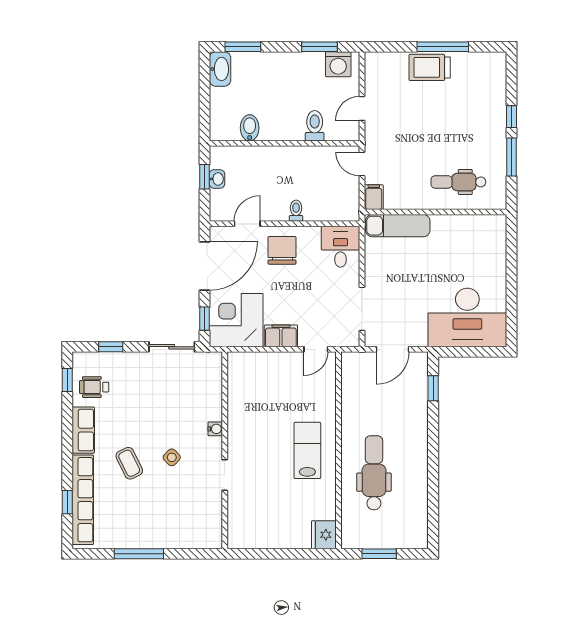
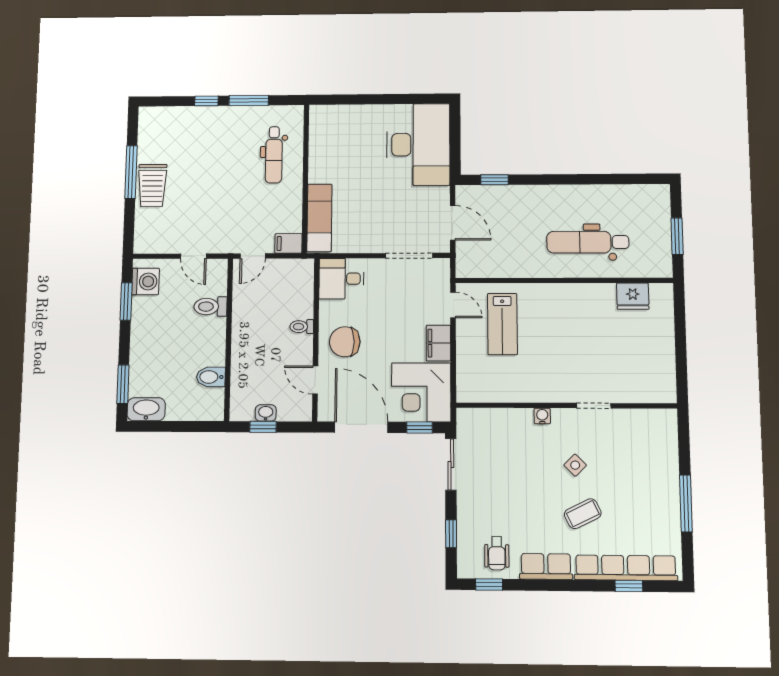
lab bench: (307, 450) -> (502, 324), moved, turned -90
fridge: (324, 535) -> (633, 296), moved

